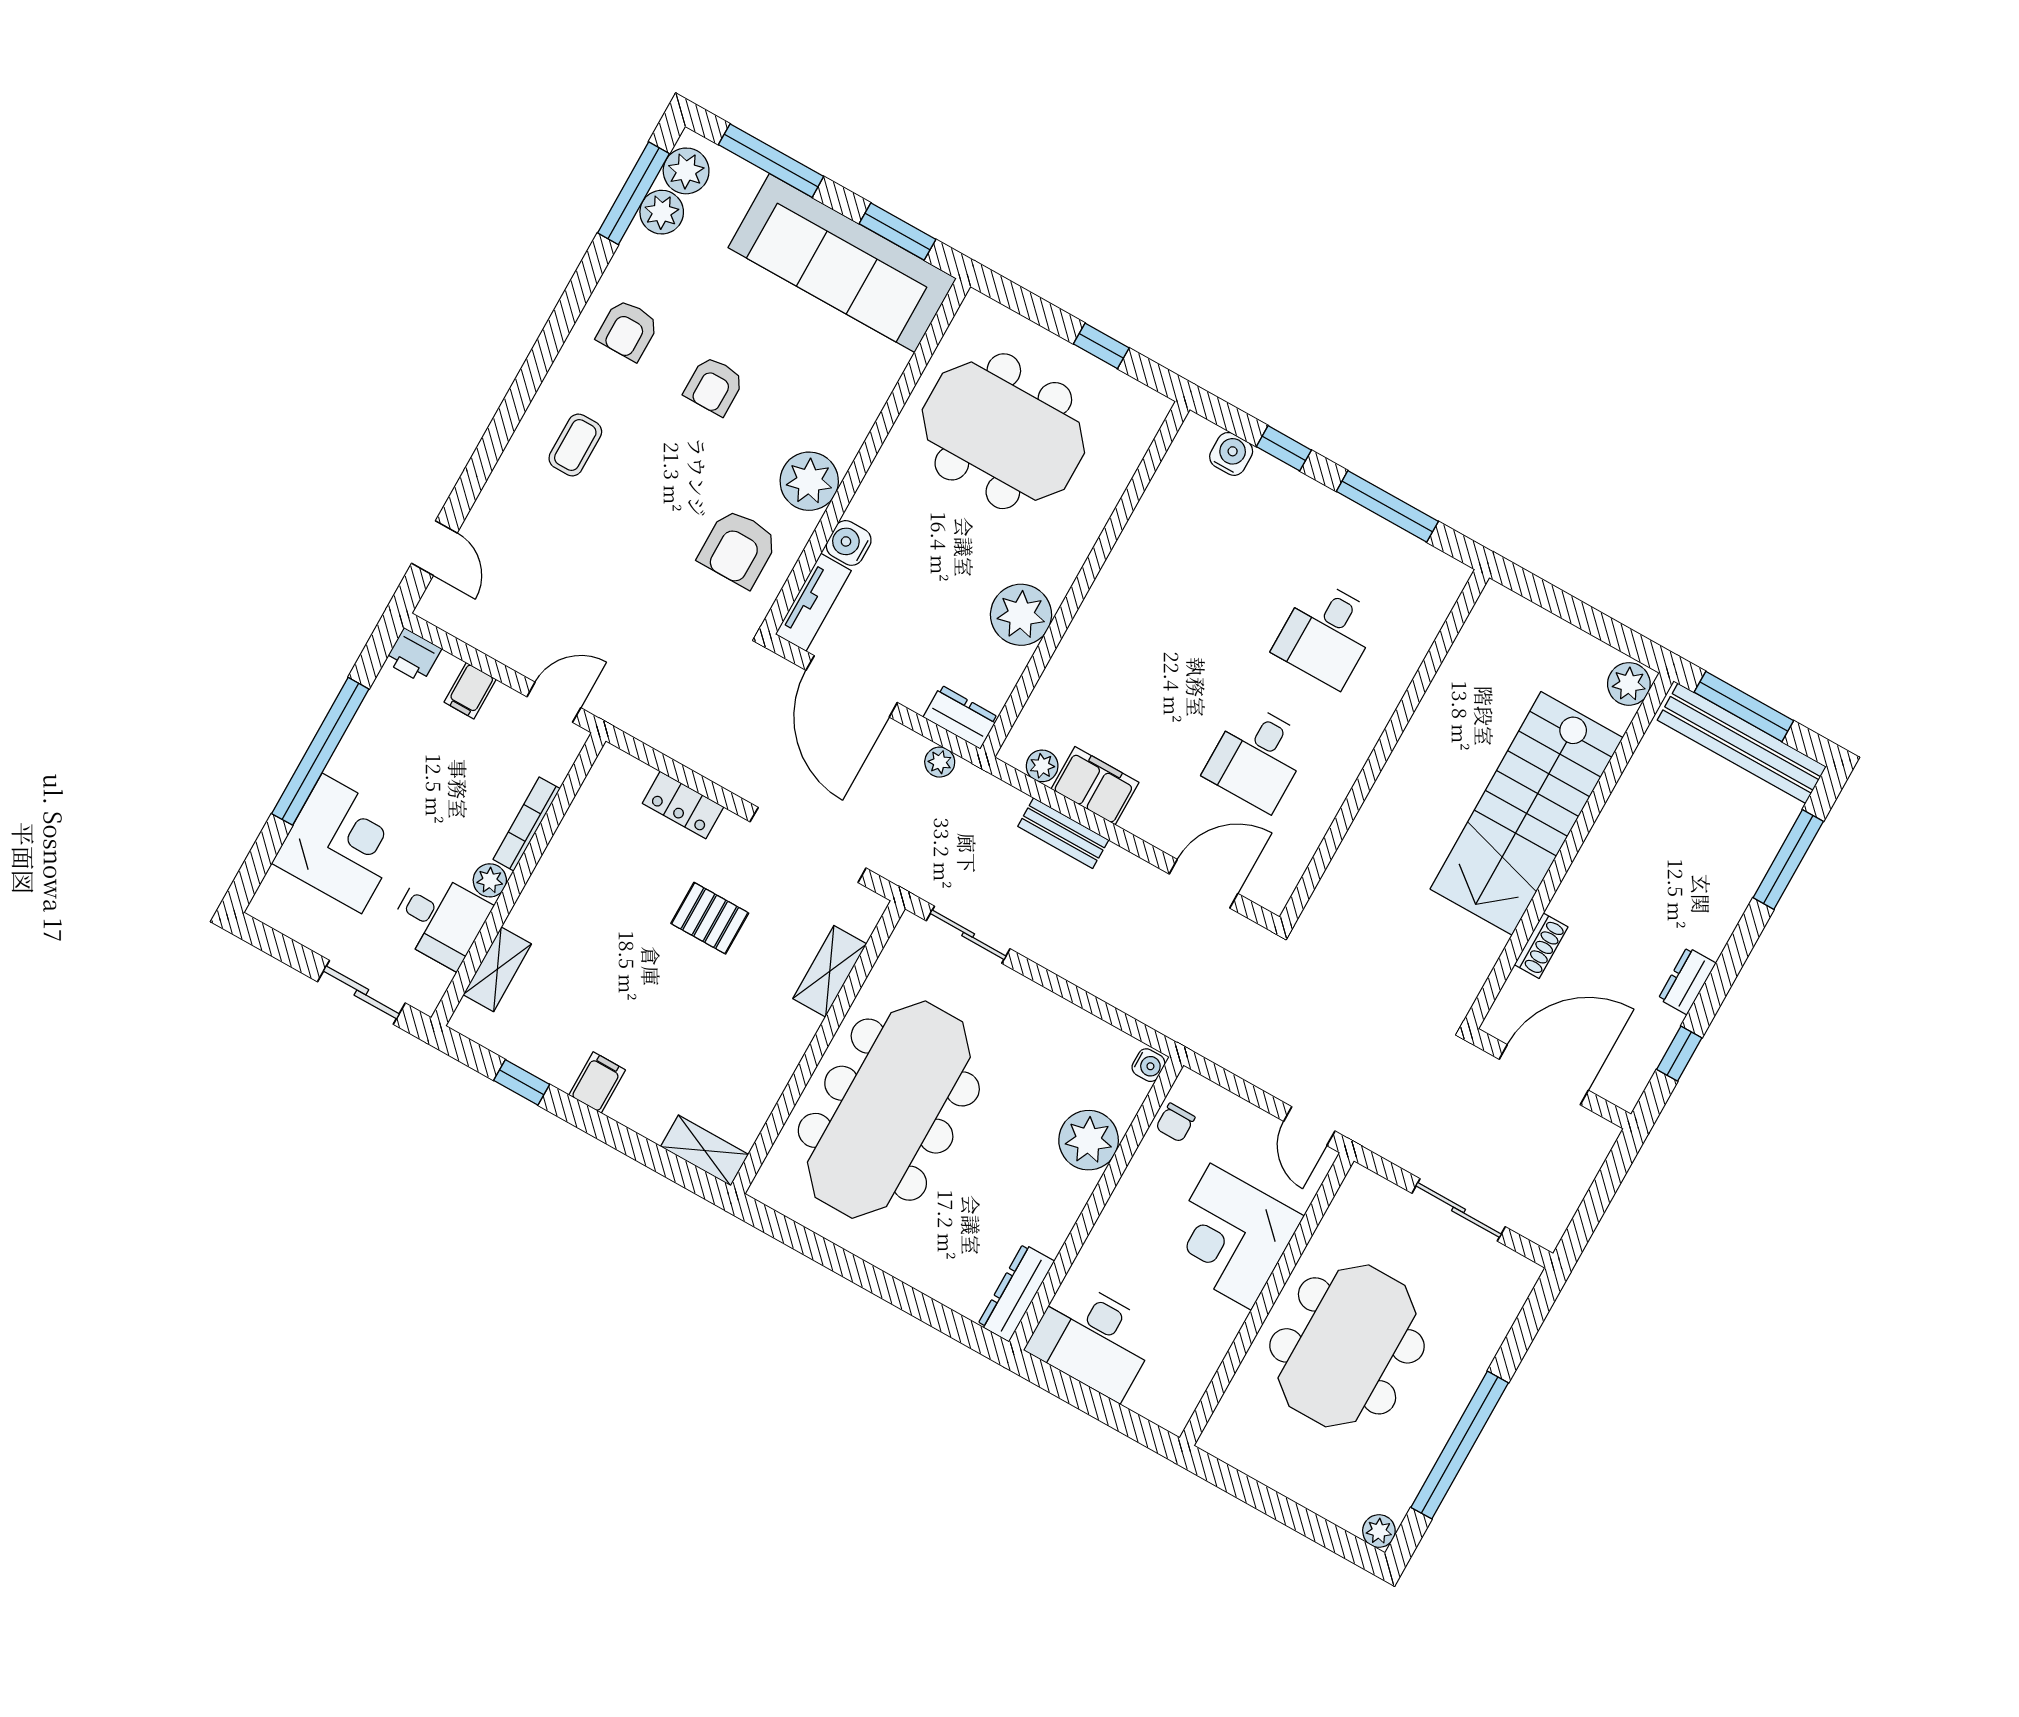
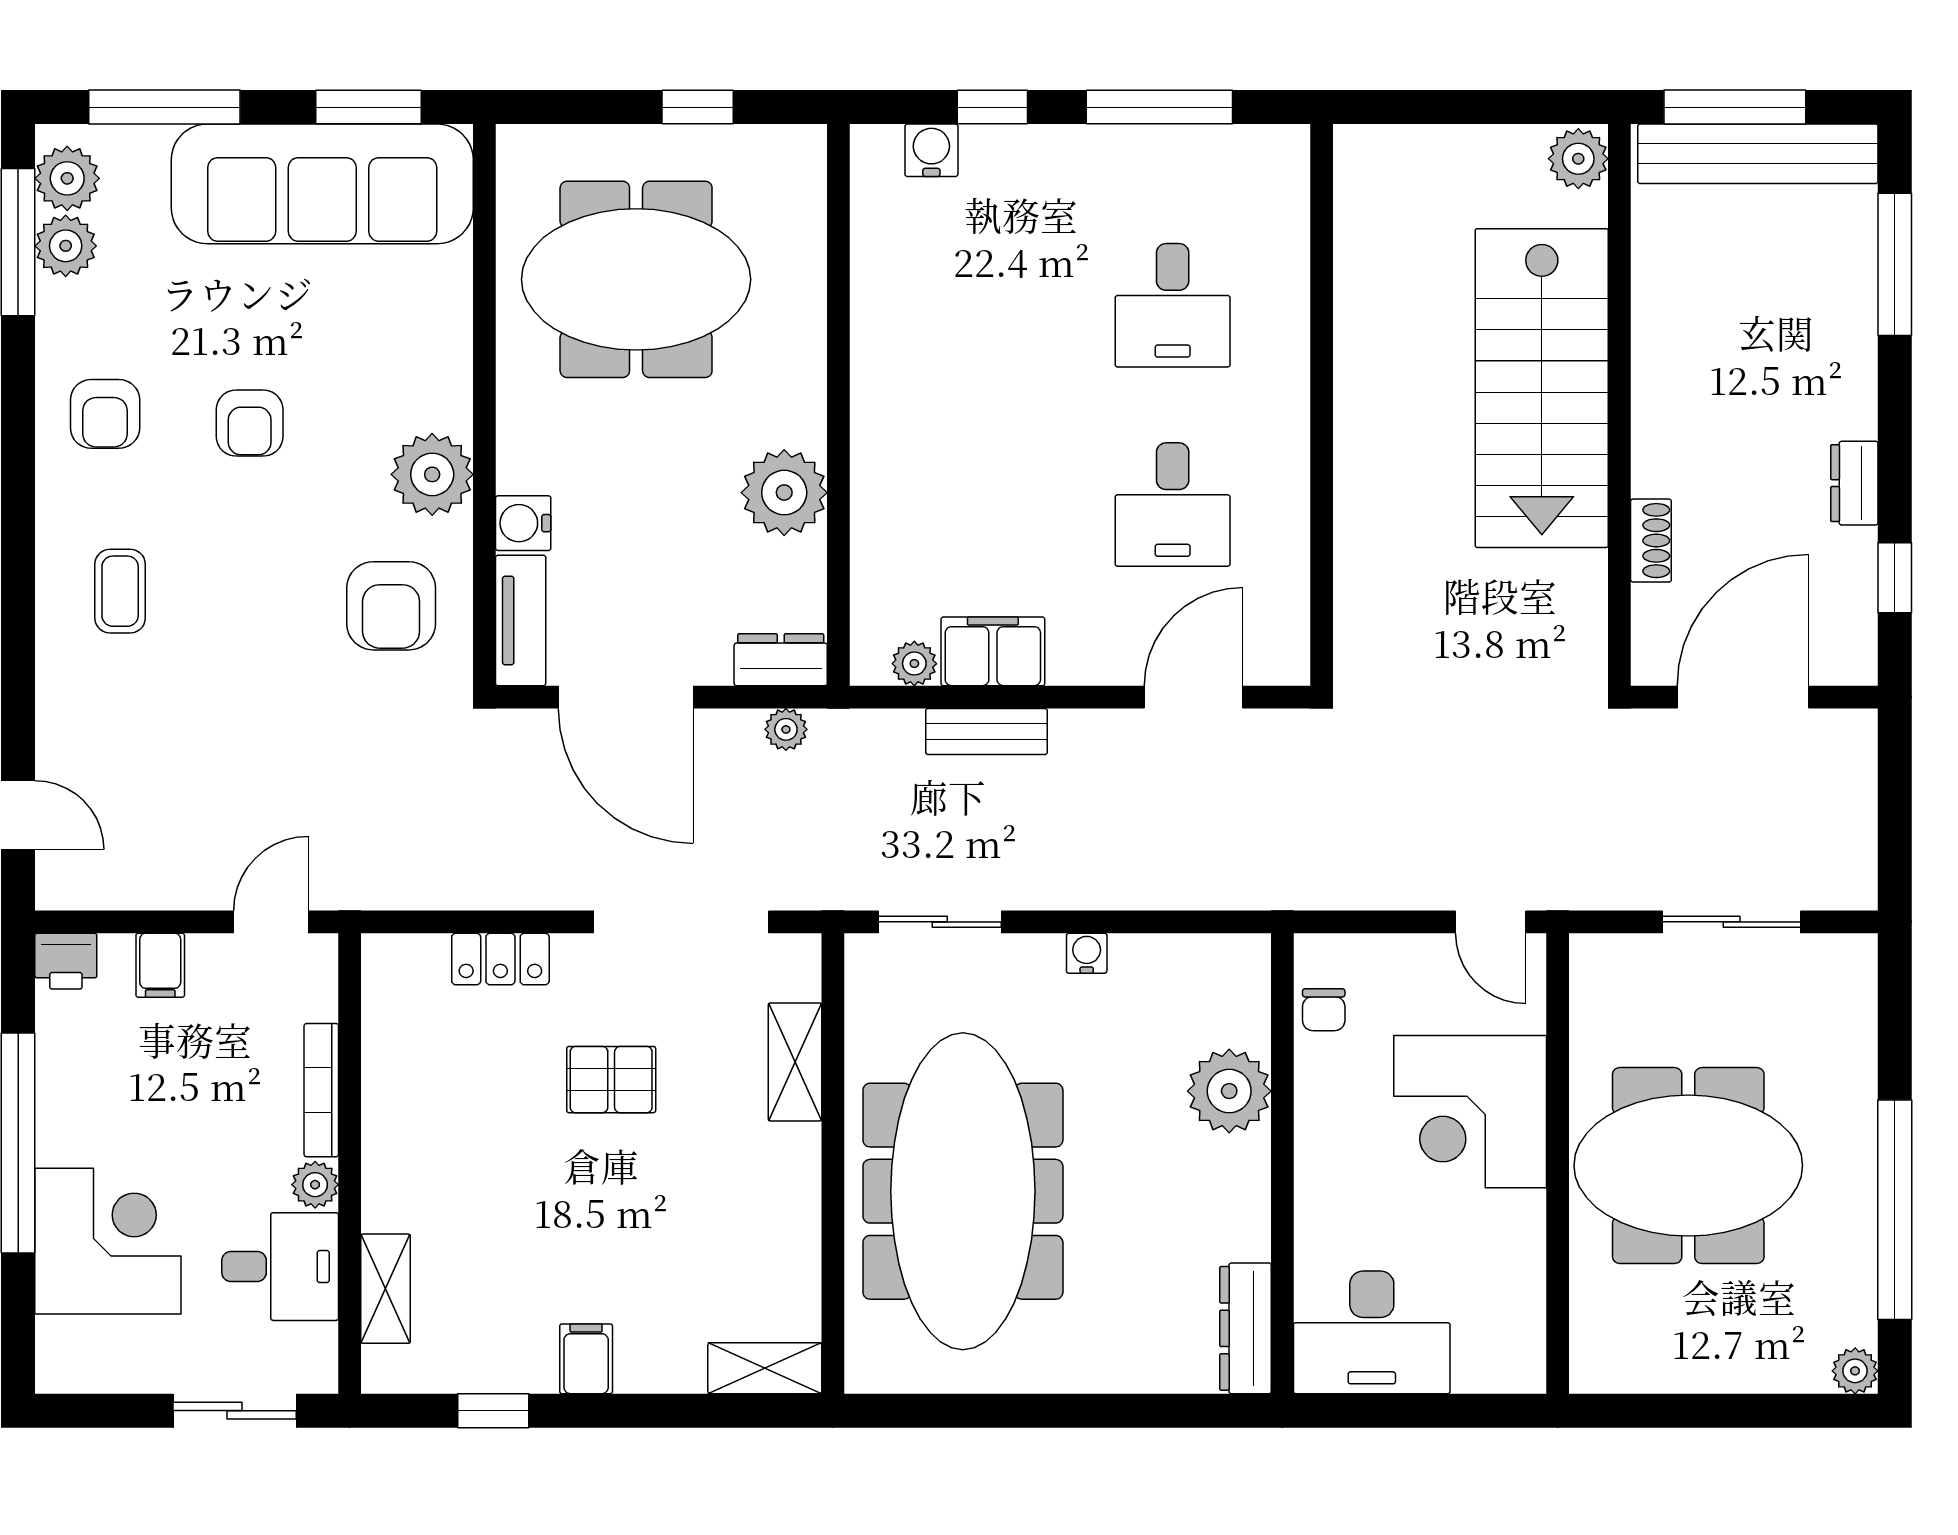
water cooler: (1148, 1065) -> (1087, 953), moved, turned -90
meeting table: (1347, 1346) -> (1688, 1166), turned 90

